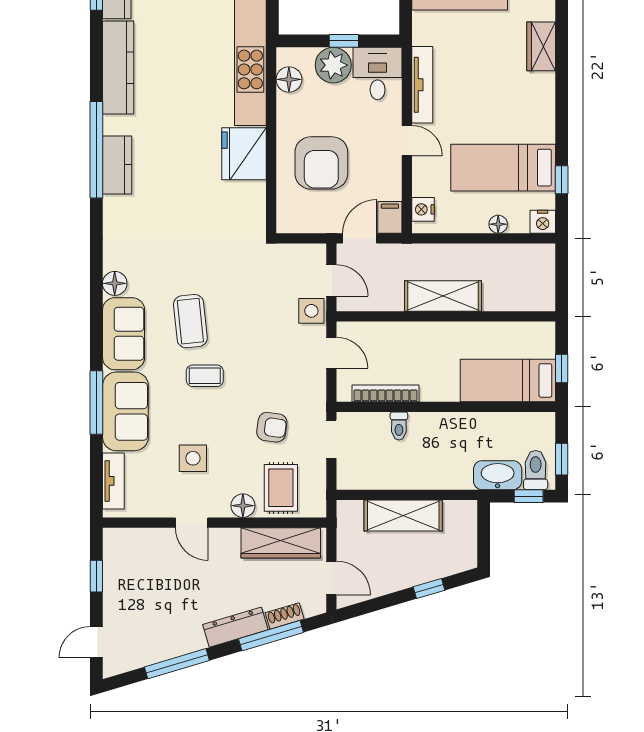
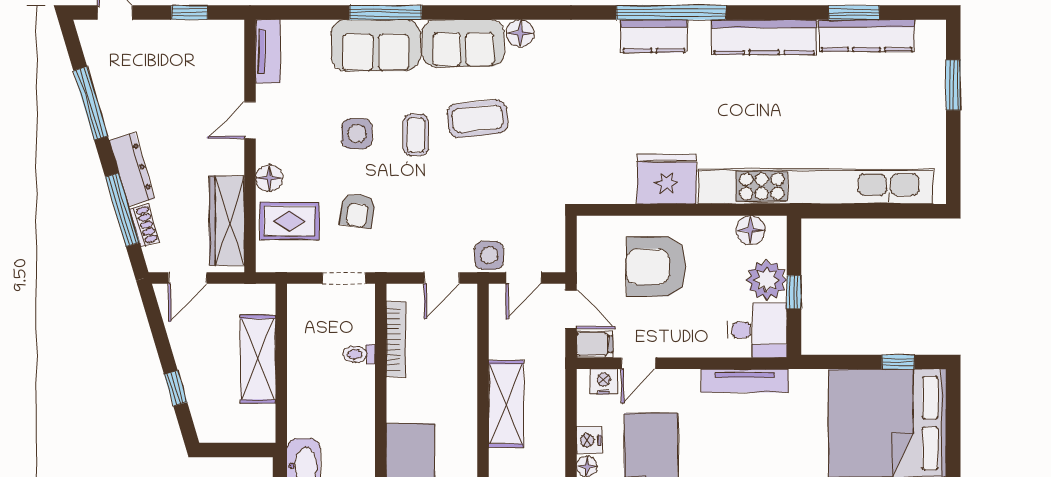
door: (407, 141) -> (638, 363), moved
nightstand: (475, 222) -> (589, 440), added
side table: (193, 458) -> (357, 134), moved
tv unit: (113, 481) -> (268, 51), moved, turned -90

